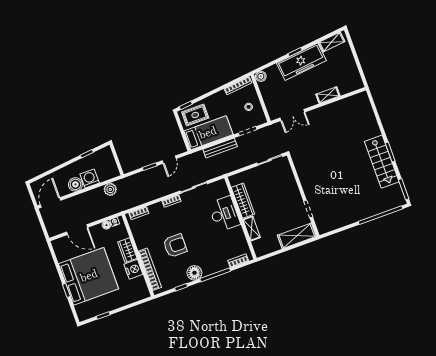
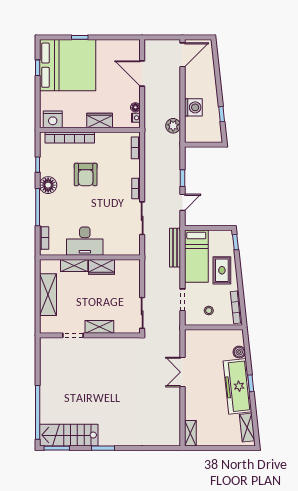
boiler: (261, 76) -> (239, 352), moved
shelving: (328, 95) -> (190, 433), moved
rug: (195, 115) -> (222, 270), moved
double door: (292, 115) -> (182, 372), moved
bench: (220, 148) -> (175, 248), moved
door: (169, 160) -> (182, 202), swing flipped
stairs: (382, 162) -> (69, 435), moved
boiler: (75, 184) -> (192, 90), removed
shelving: (294, 190) -> (99, 327), added
wardrobe: (243, 201) -> (102, 267), width x0.67
door: (50, 203) -> (182, 55), hinge flipped
desk: (224, 214) -> (85, 241), moved
door: (77, 230) -> (142, 73), hinge flipped
shelving: (297, 236) -> (48, 295), moved
nightstand: (133, 269) -> (53, 119), moved
bed: (89, 276) -> (68, 65), moved, turned -90

